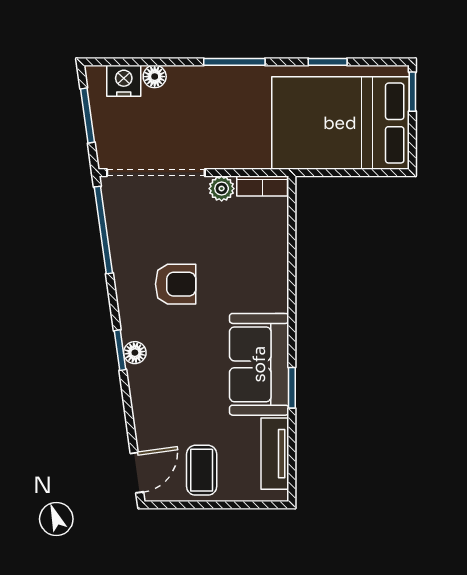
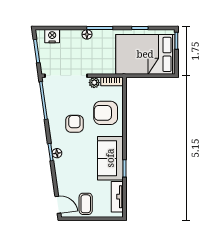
floor lamp: (155, 77) -> (87, 34), moved
armchair: (248, 259) -> (106, 113), added
armchair: (176, 284) -> (74, 124), turned -90
door: (137, 473) -> (58, 205), hinge flipped

